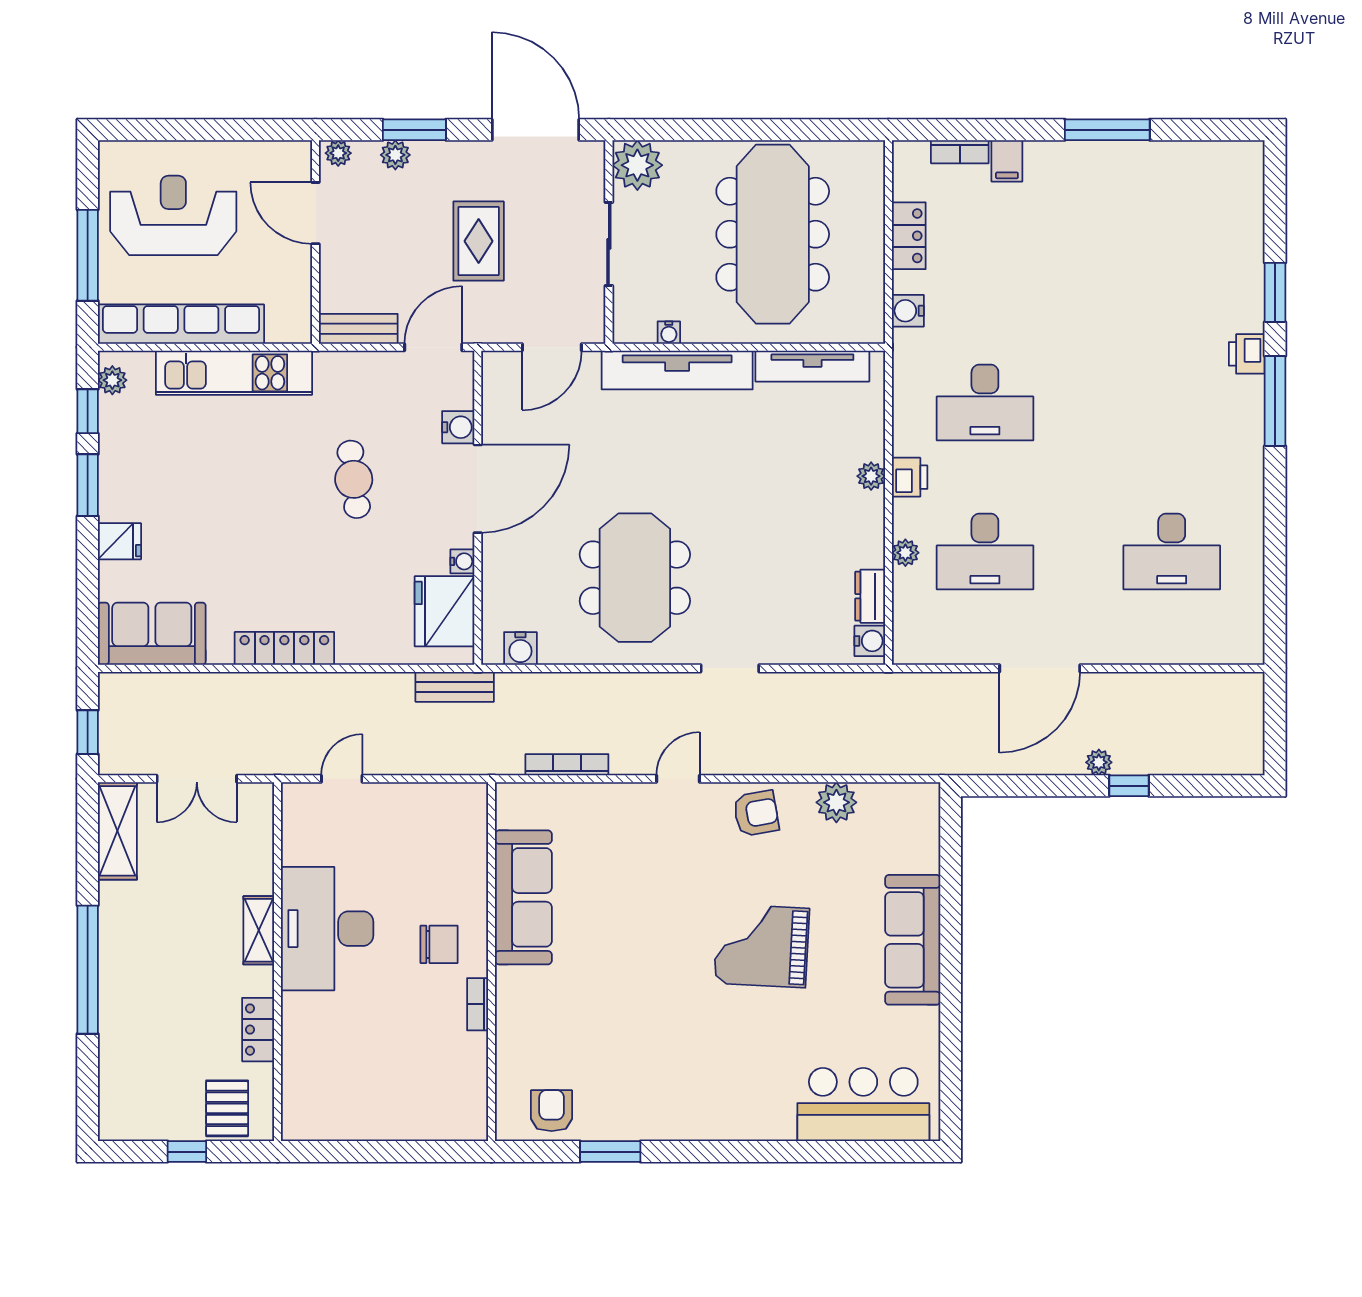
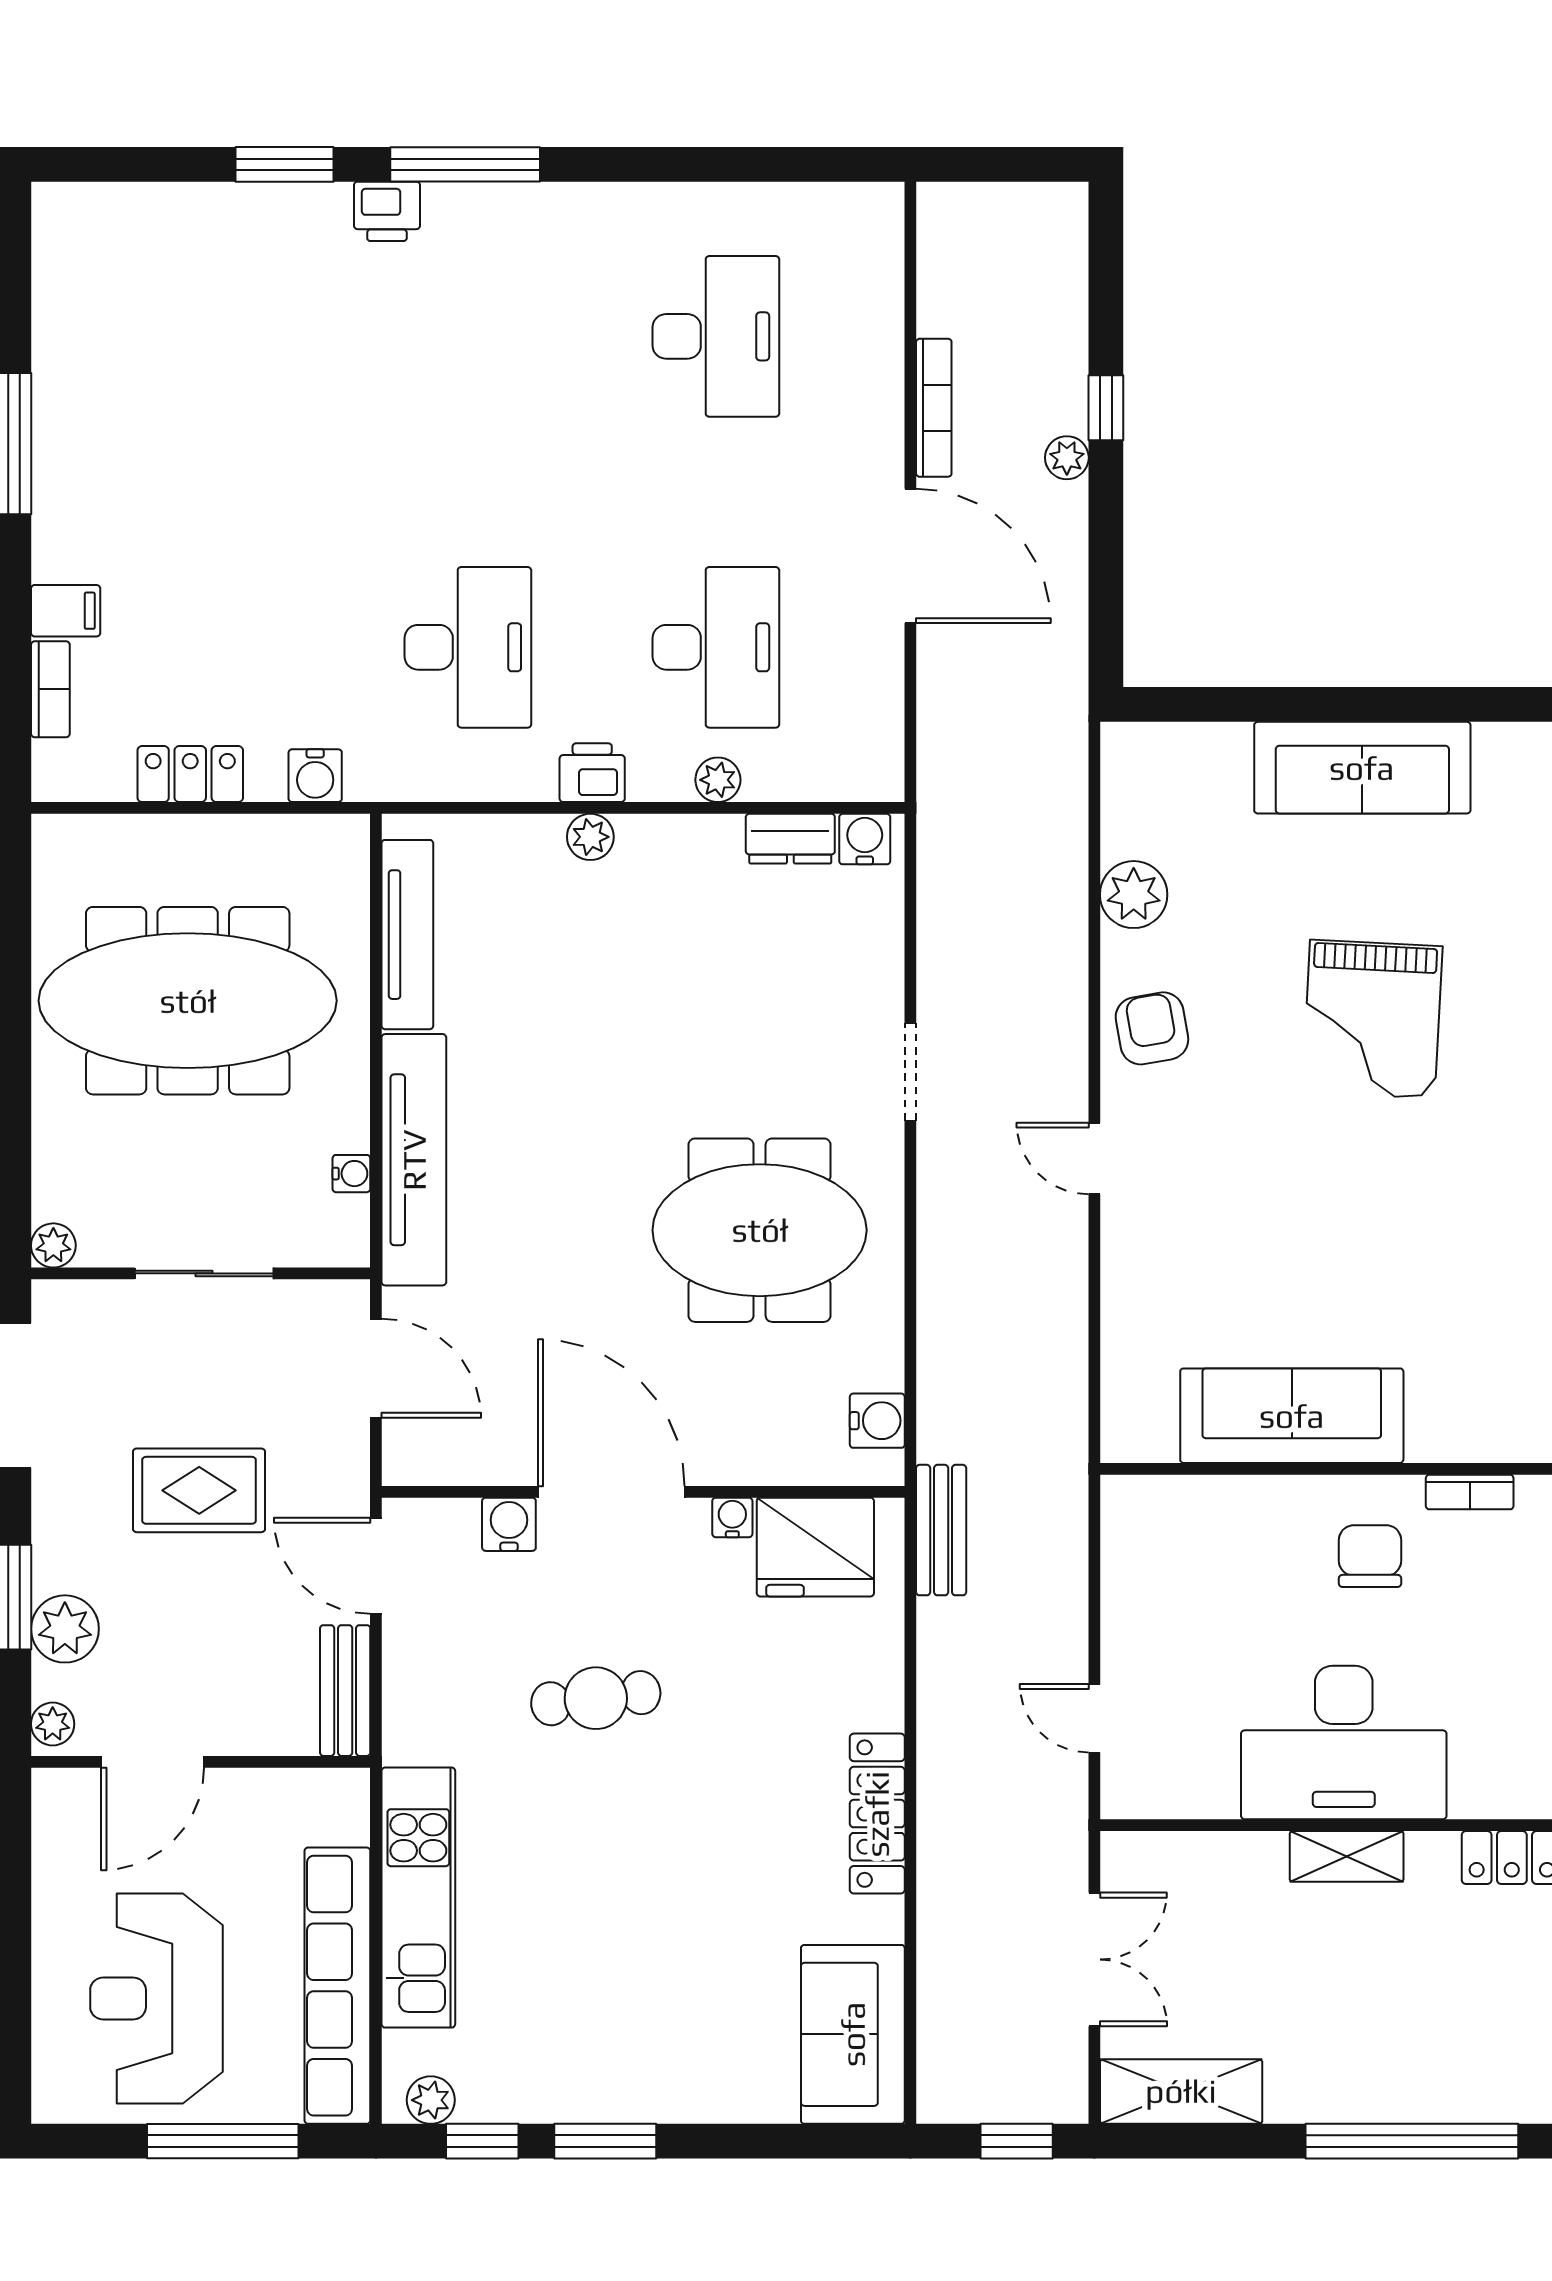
plant: (395, 155) -> (65, 1629), width x1.38, depth x1.38
plant: (637, 165) -> (53, 1245), width x0.53, depth x0.53
fridge: (120, 541) -> (699, 2088), removed
bookcase: (567, 765) -> (934, 408), moved, turned 180

